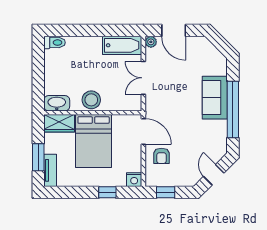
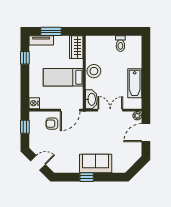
toilet: (55, 43) -> (120, 44), moved
bathtub: (122, 45) -> (135, 83), moved
washbasin: (57, 103) -> (91, 99), moved
window: (233, 110) -> (87, 177), width x0.32
bed: (94, 141) -> (63, 77), width x0.67
window: (107, 192) -> (25, 58), moved

